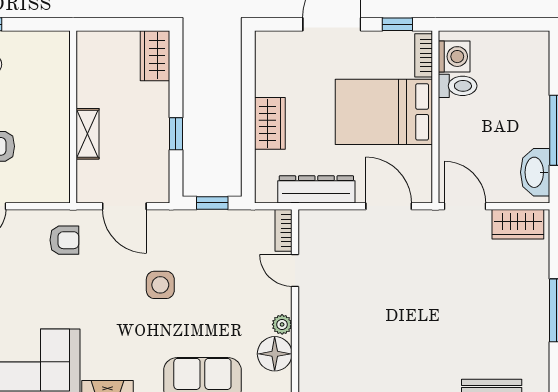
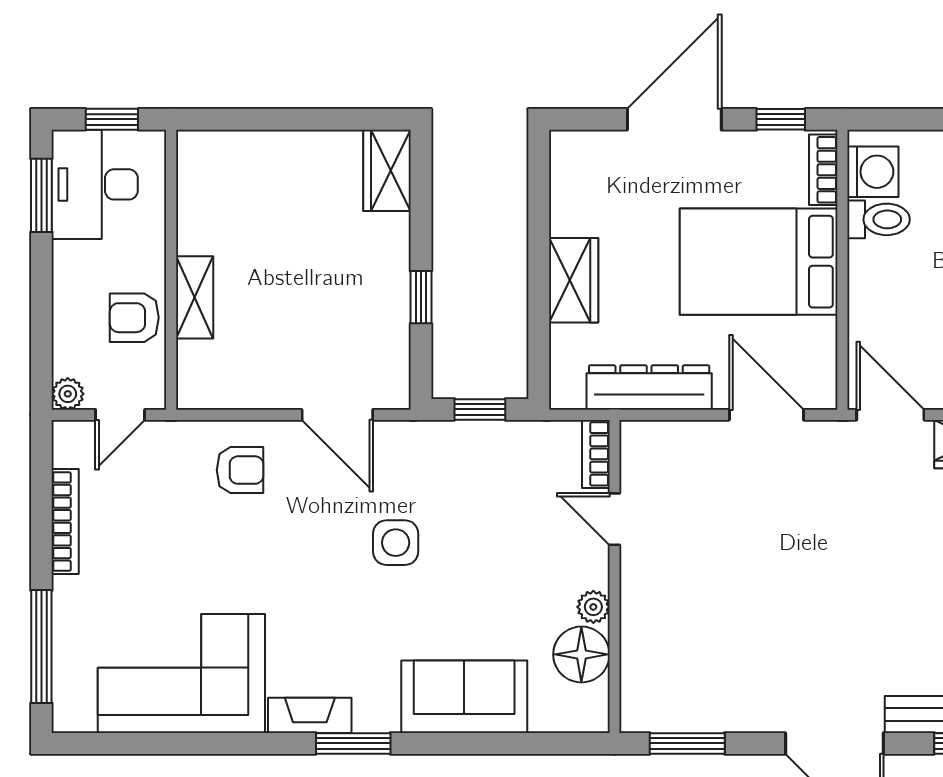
wall: (73, 117) -> (171, 270), moved
shelving: (88, 134) -> (195, 297), moved

